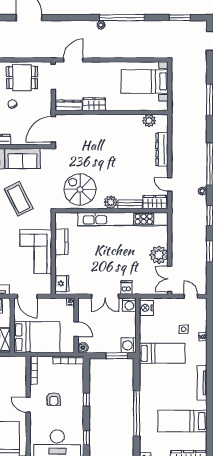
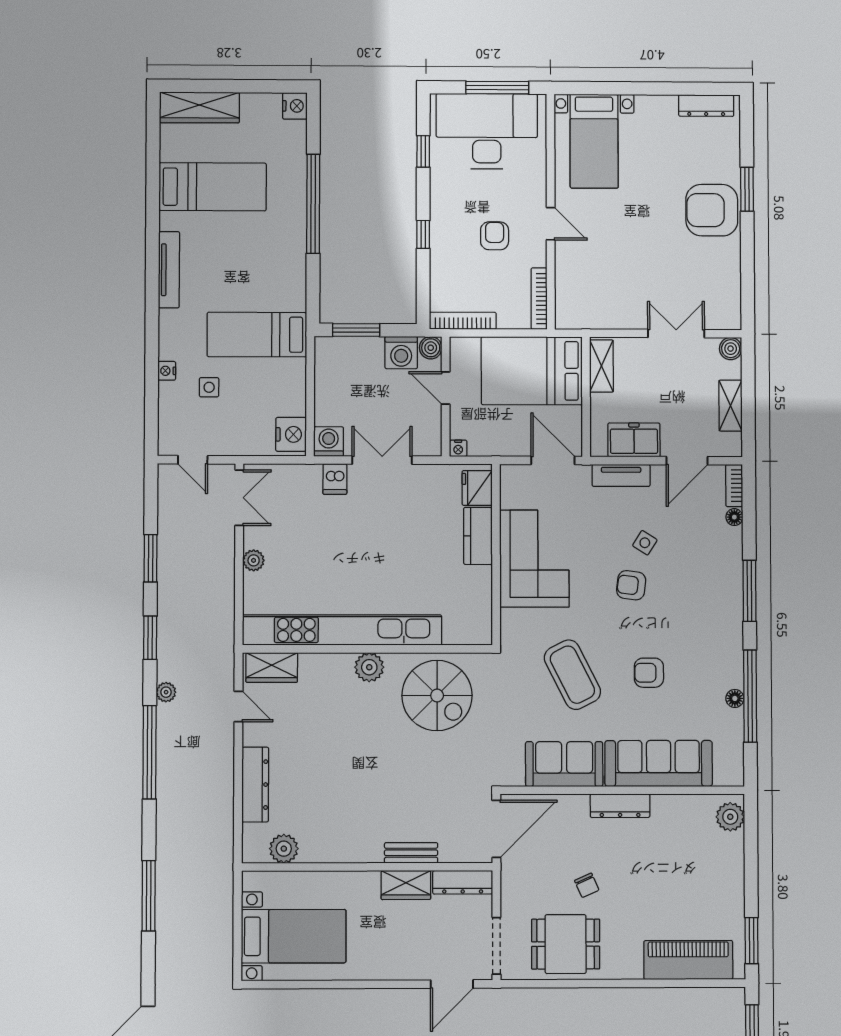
bench: (130, 204) -> (411, 853), moved
kitchen counter: (61, 242) -> (478, 536), moved
plant: (159, 255) -> (254, 560), width x0.53, depth x0.53
washing machine: (129, 345) -> (401, 353), moved, turned 90

